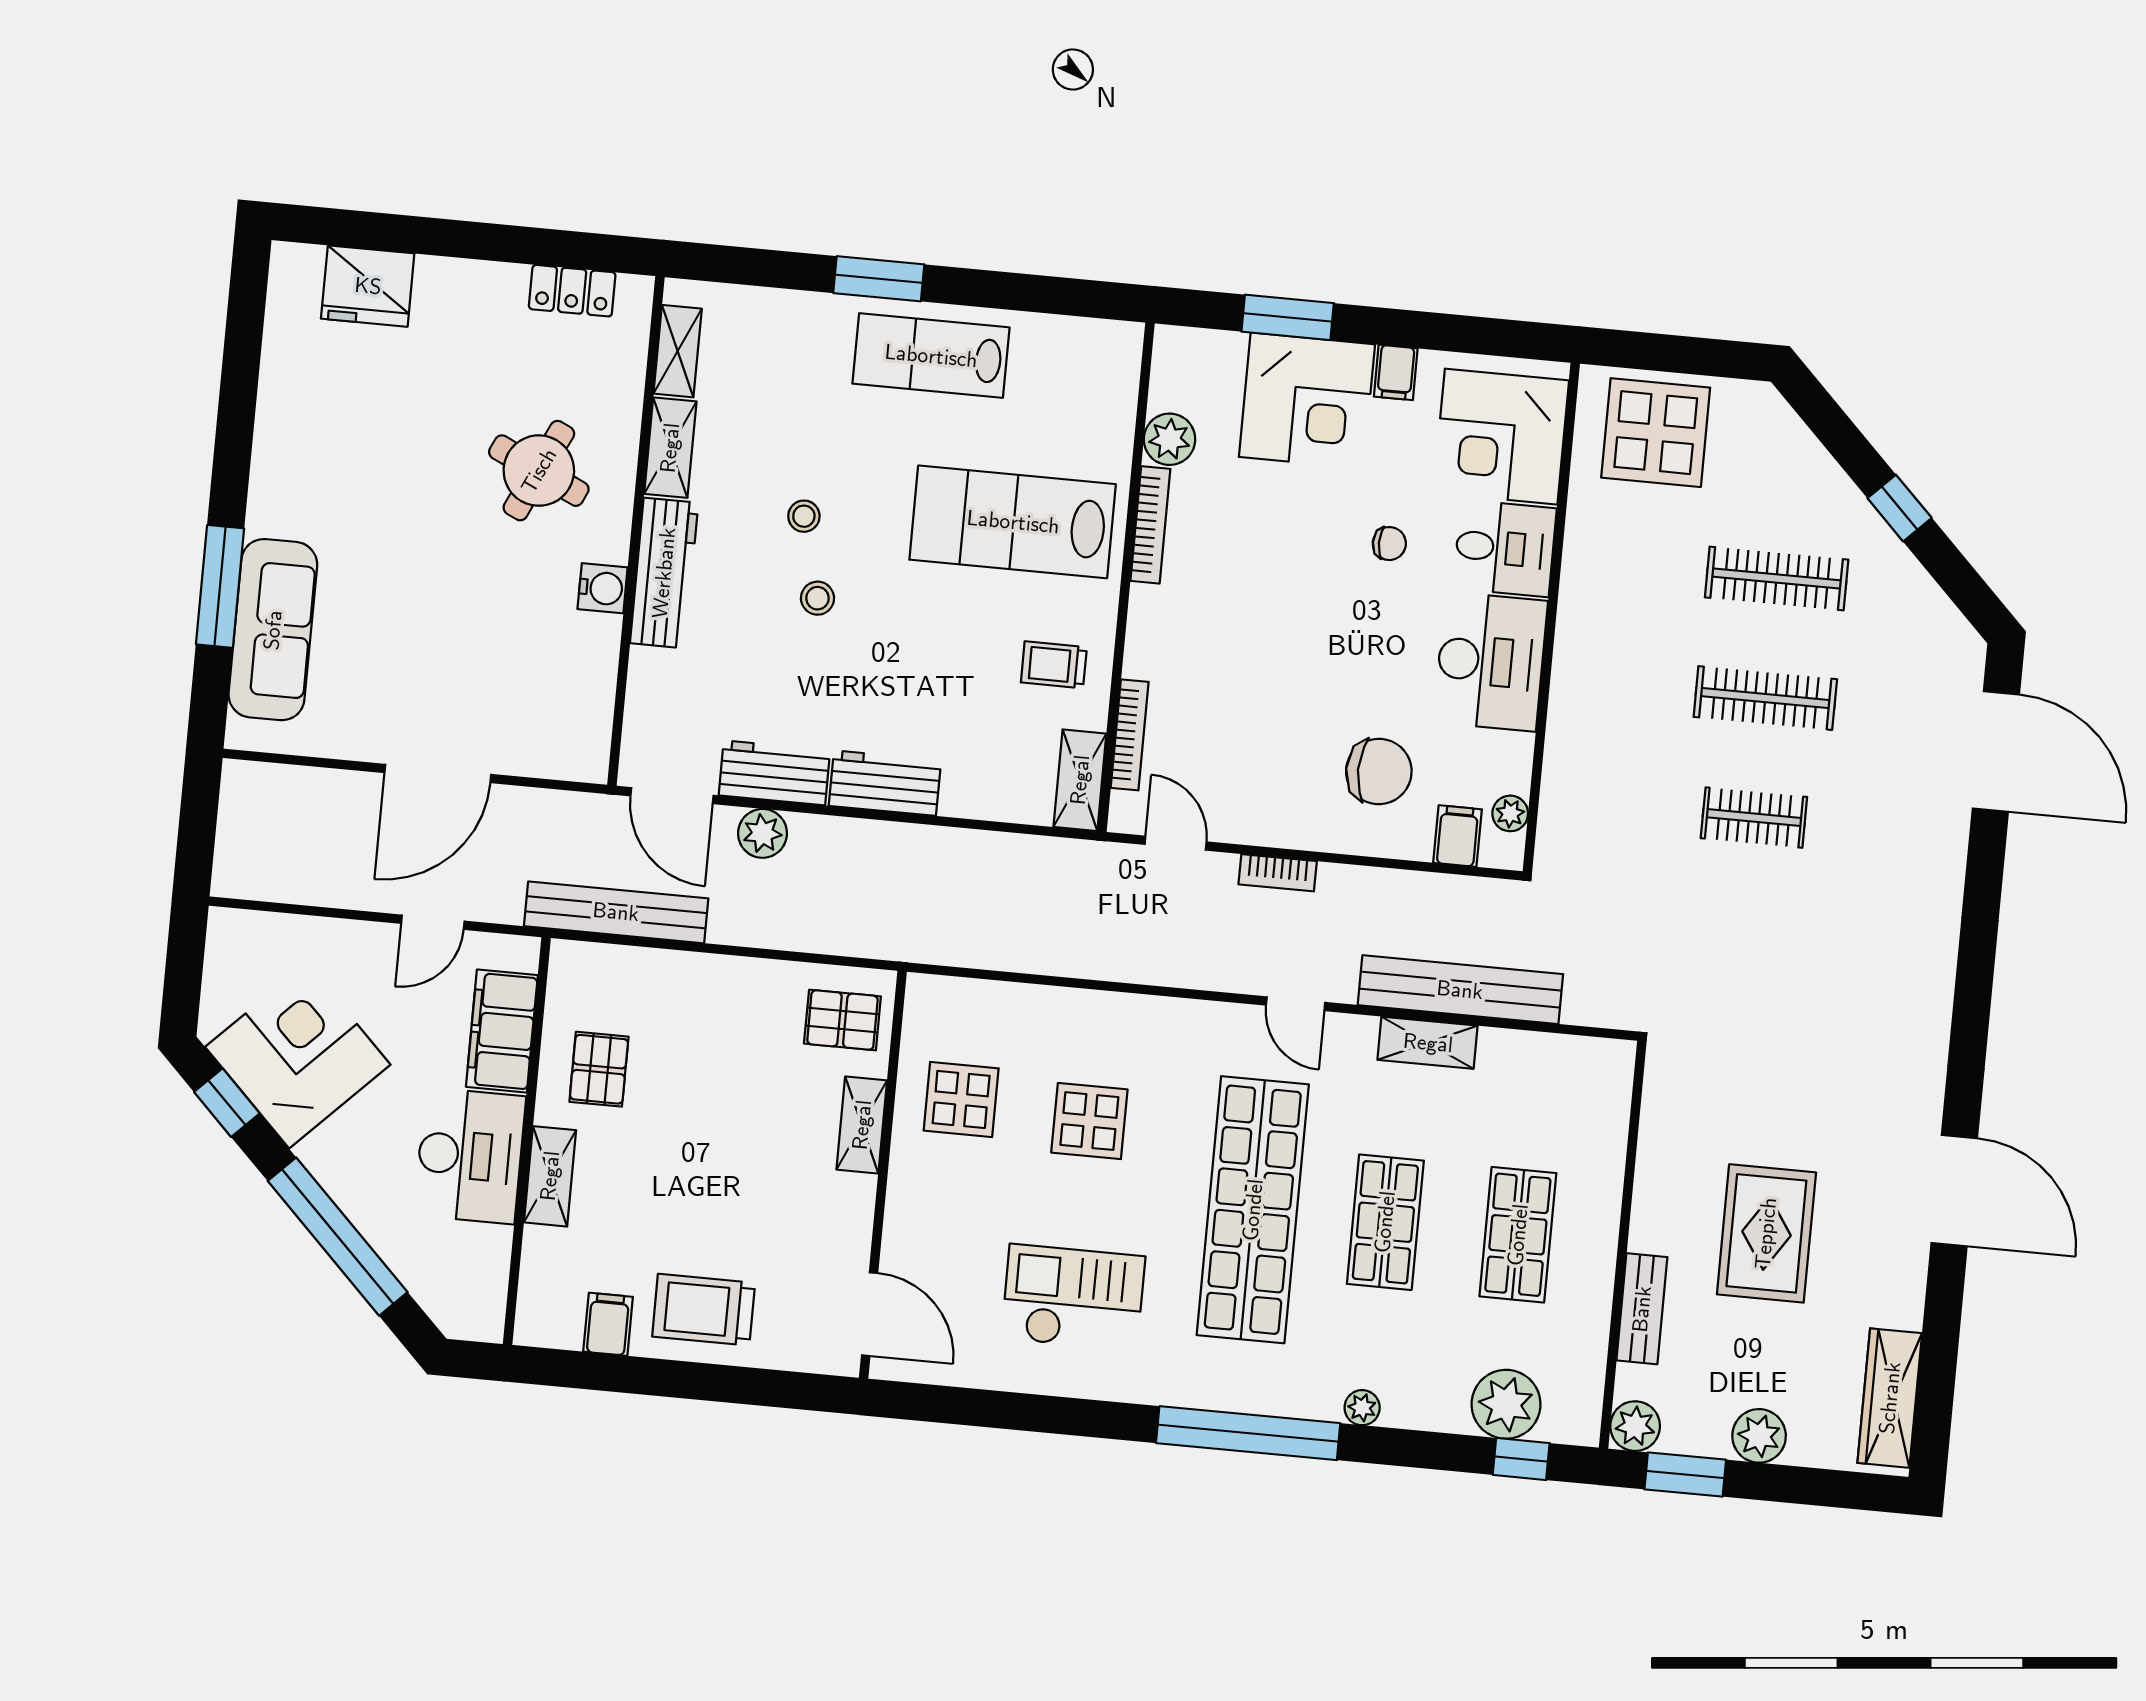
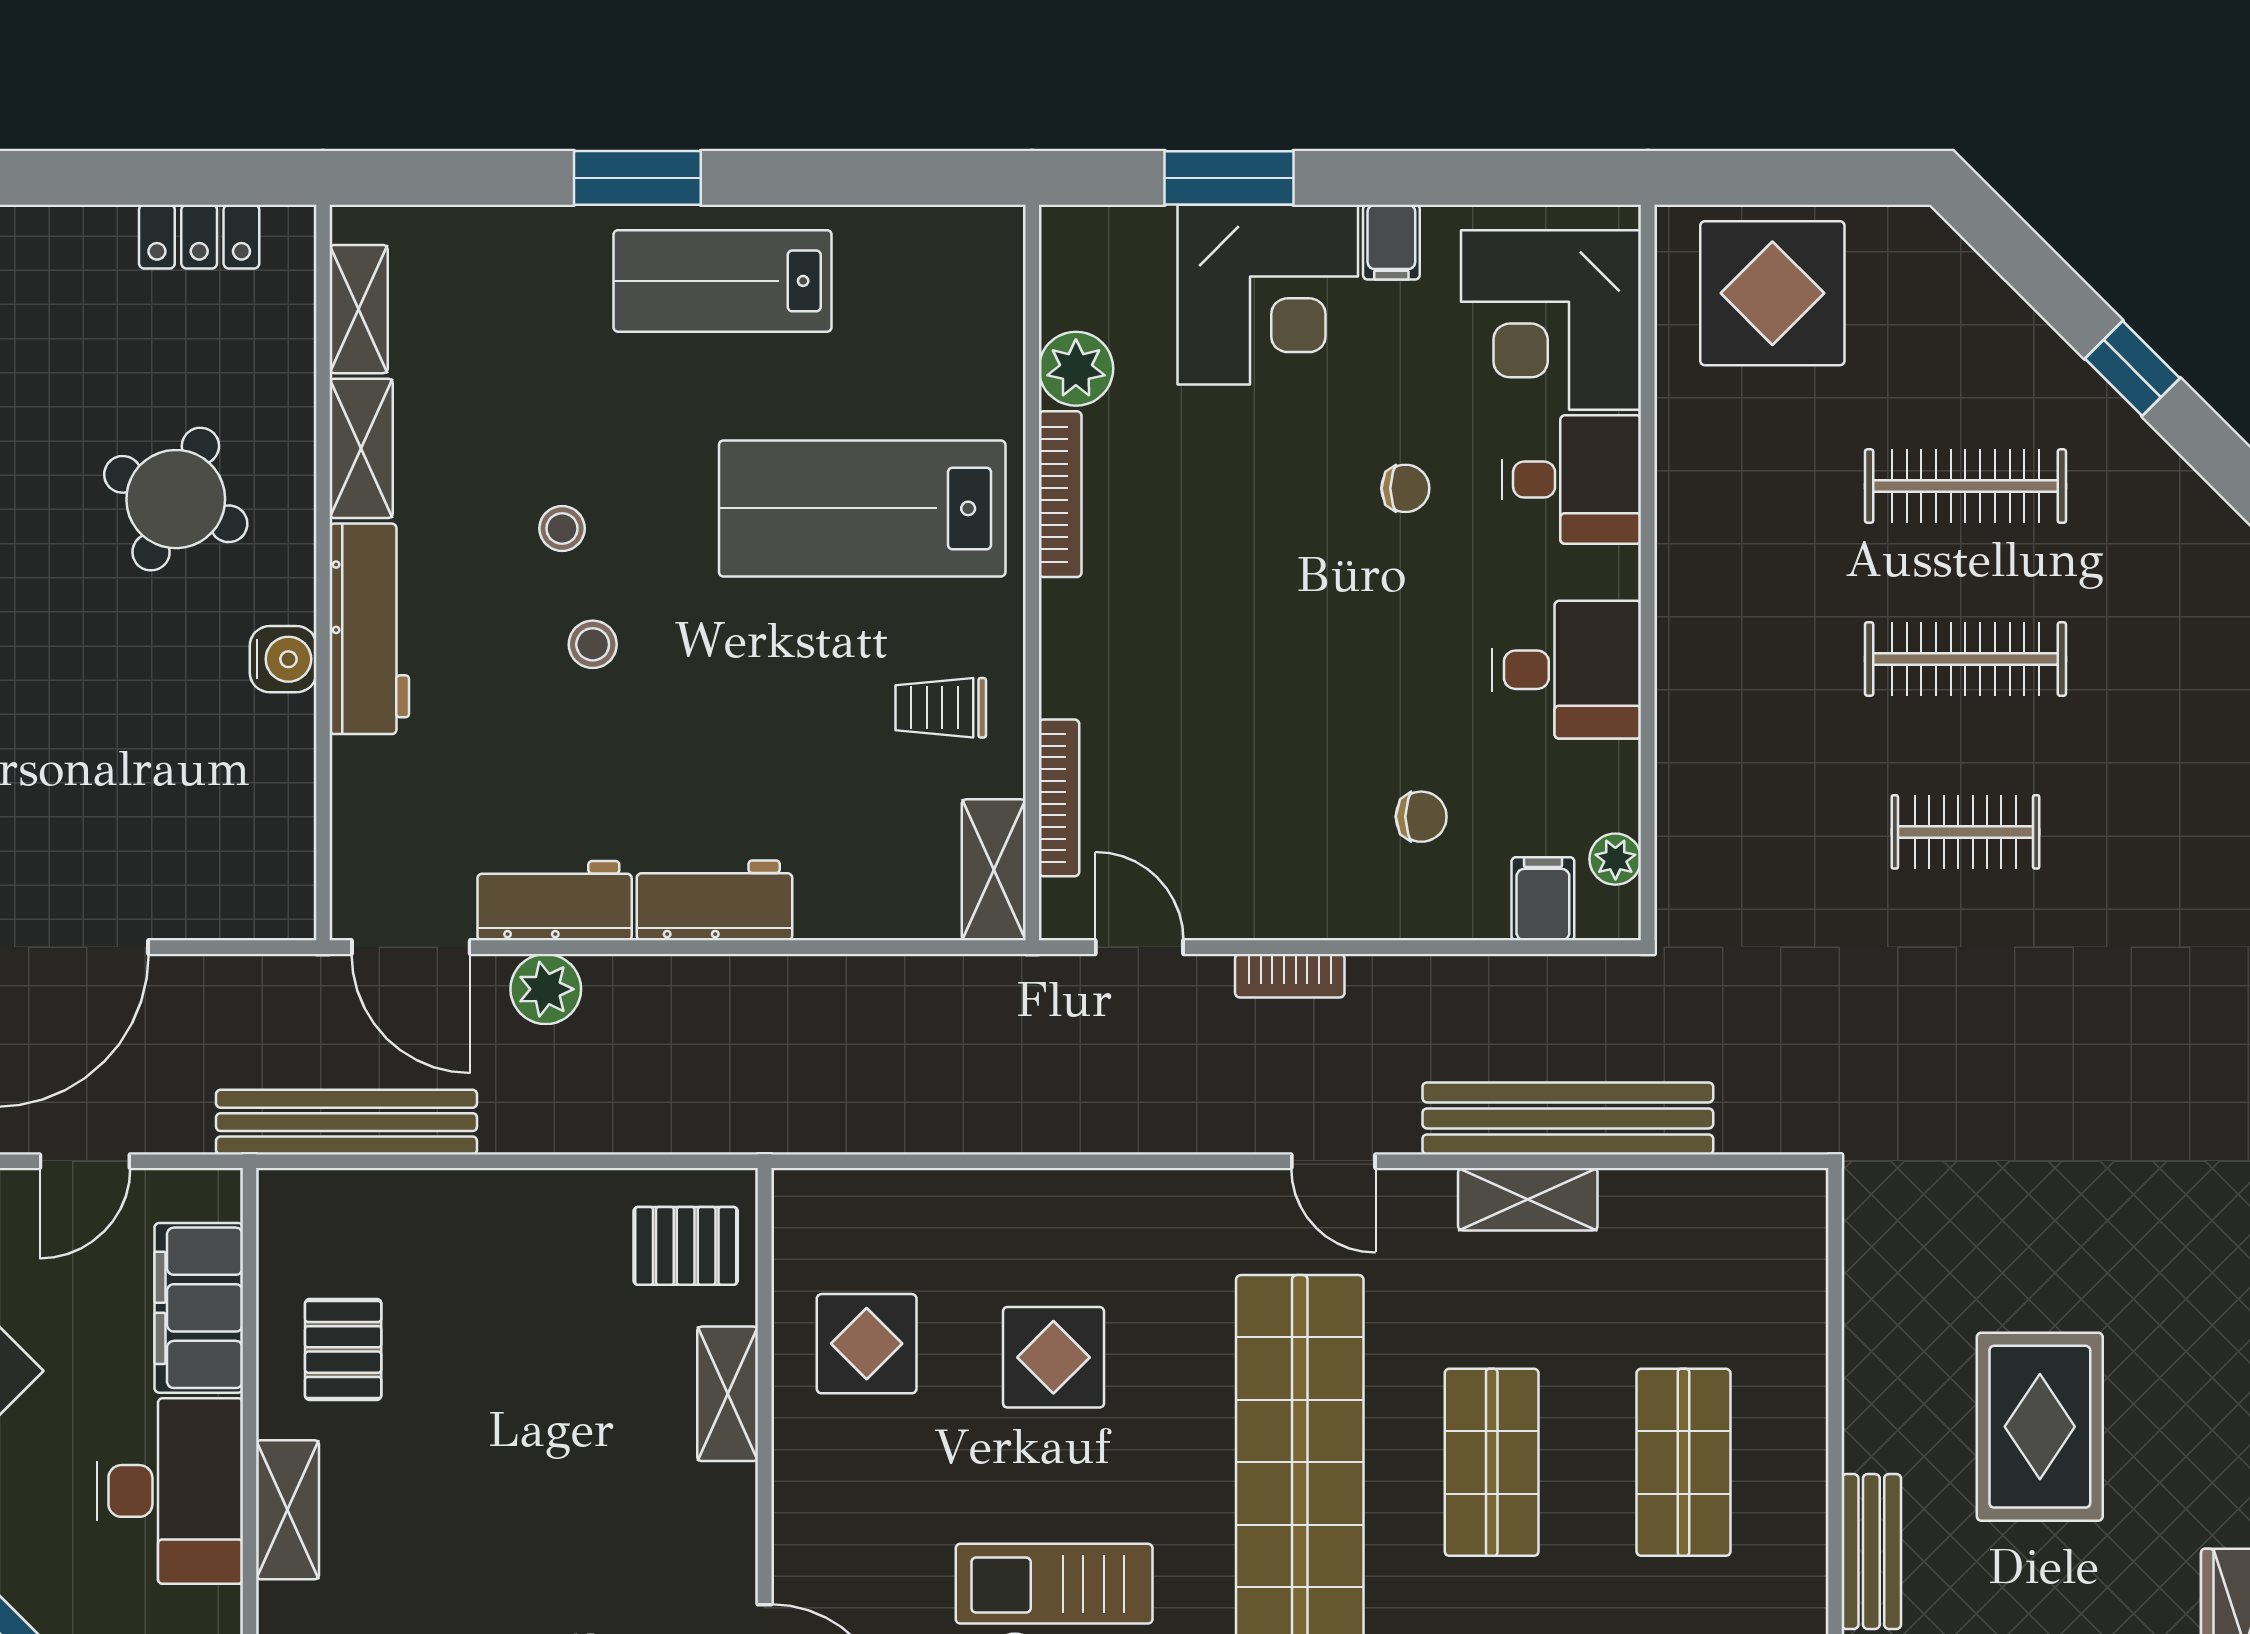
desk: (1491, 662) -> (1567, 670), width x0.73
chair: (1379, 771) -> (1421, 817), width x0.54, depth x0.54

